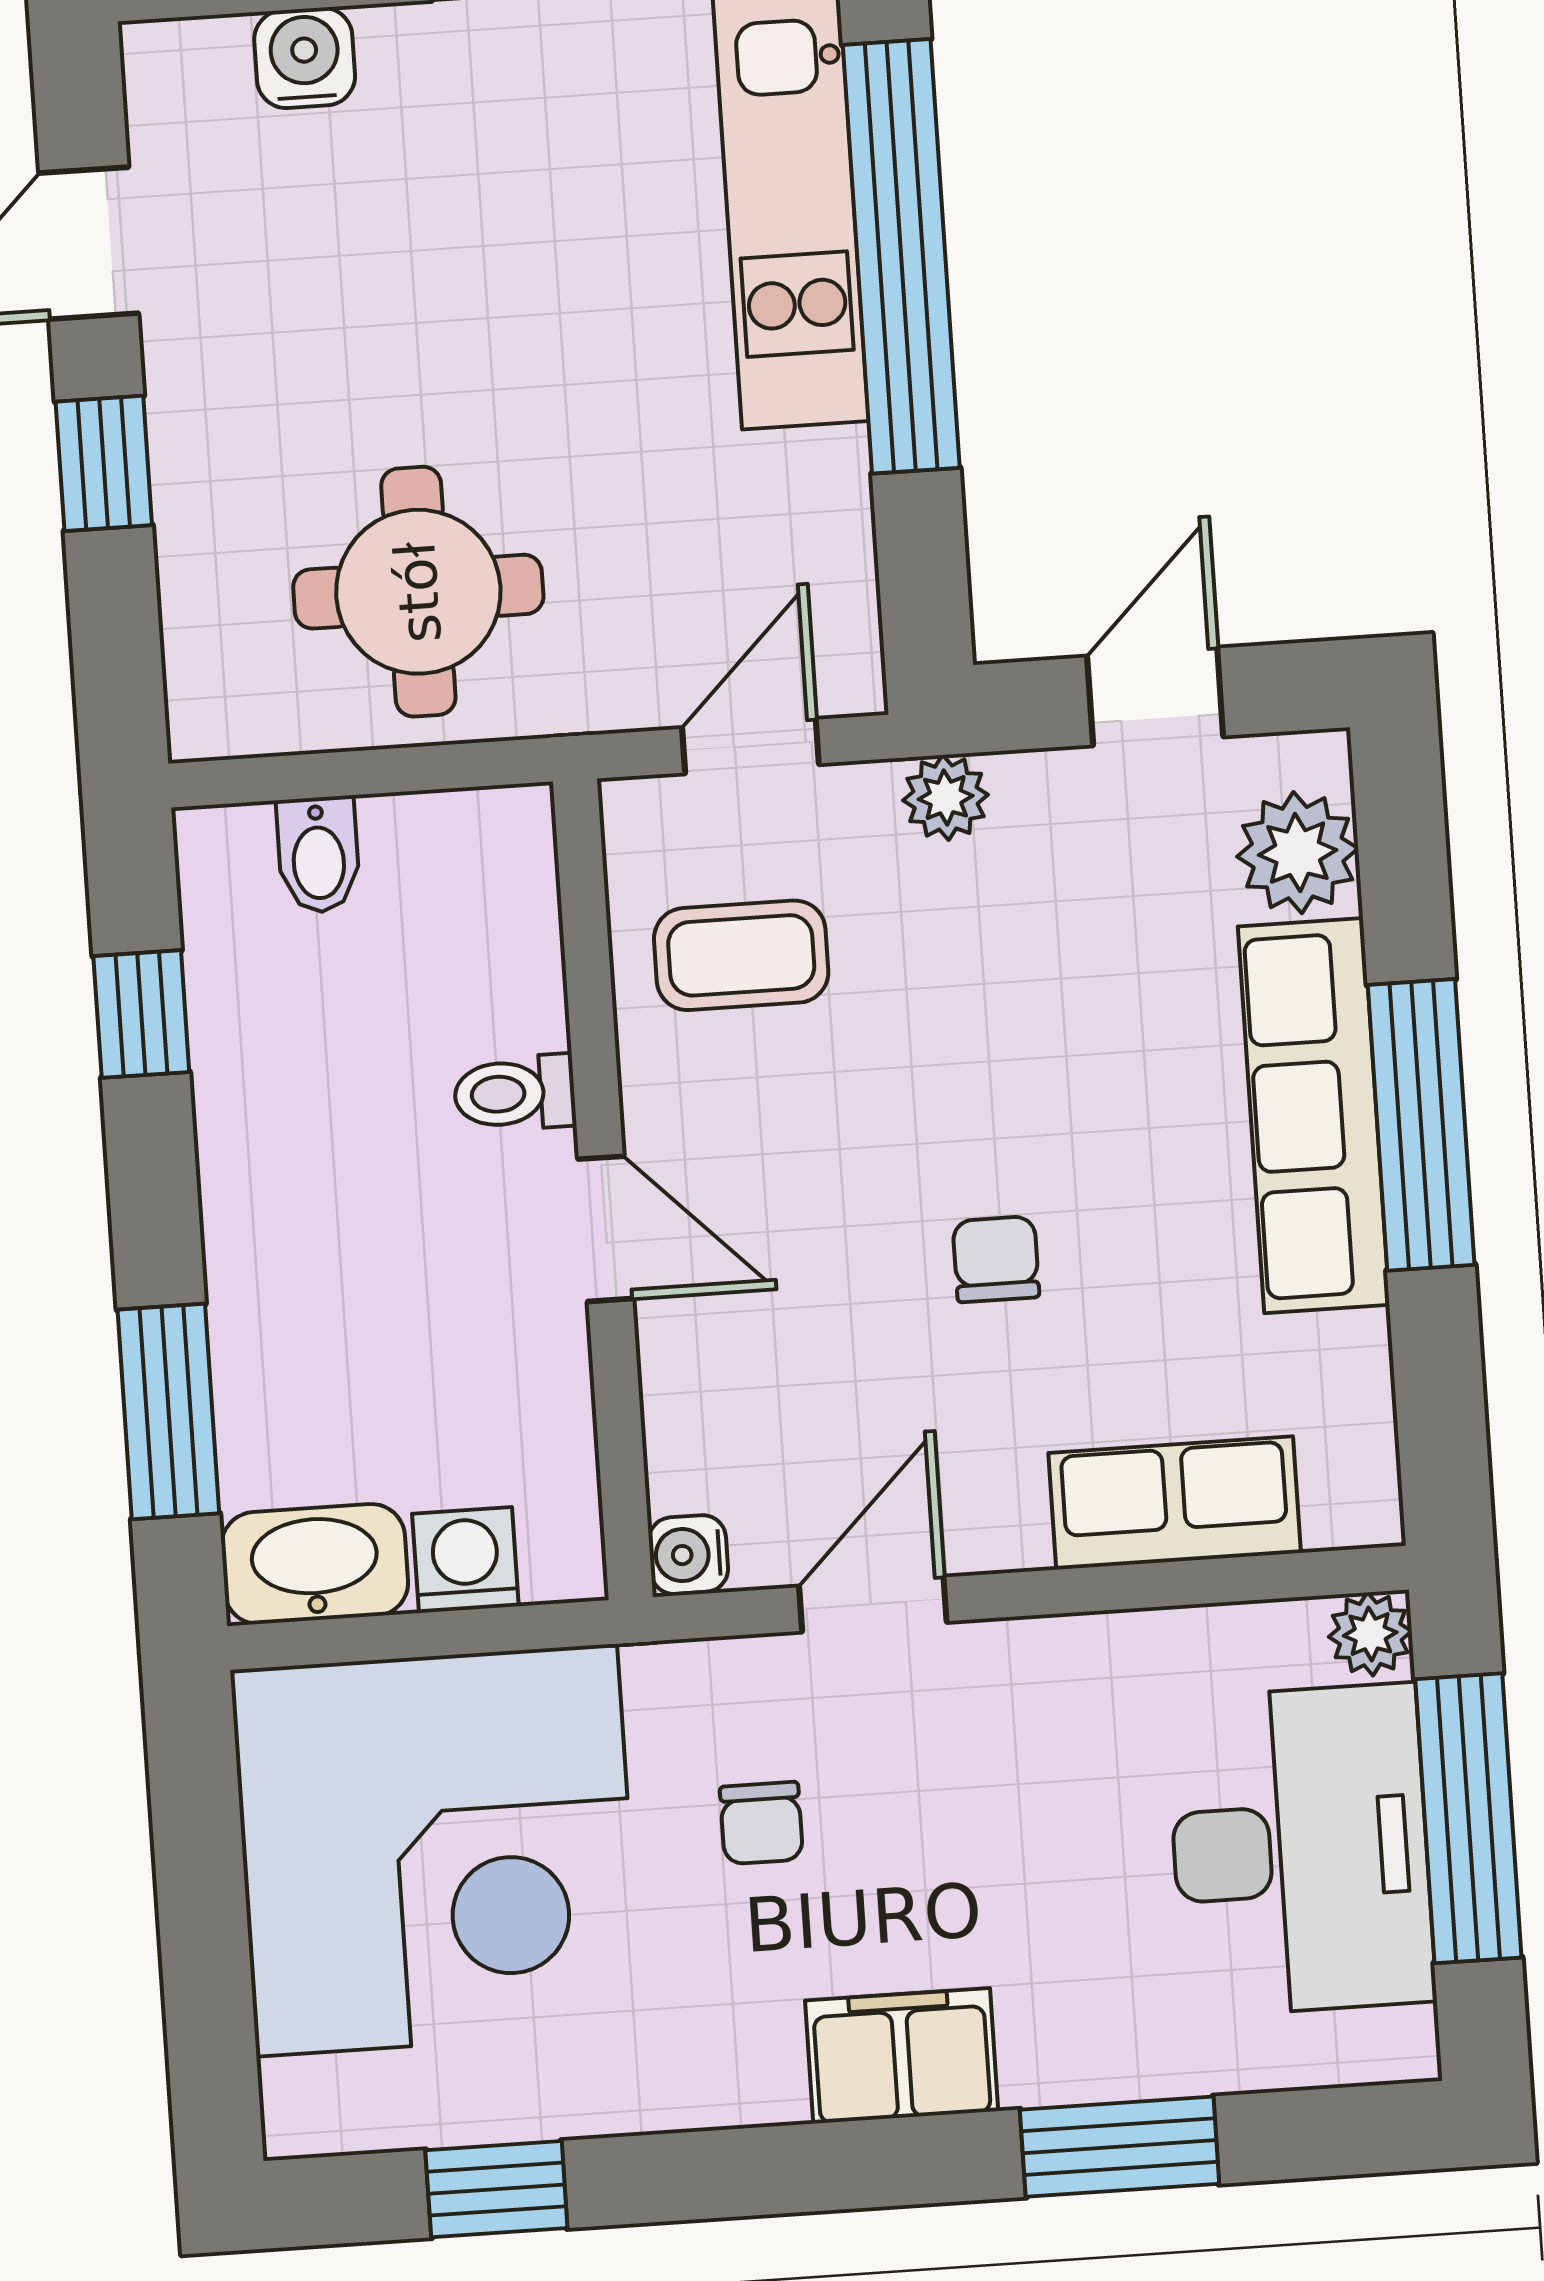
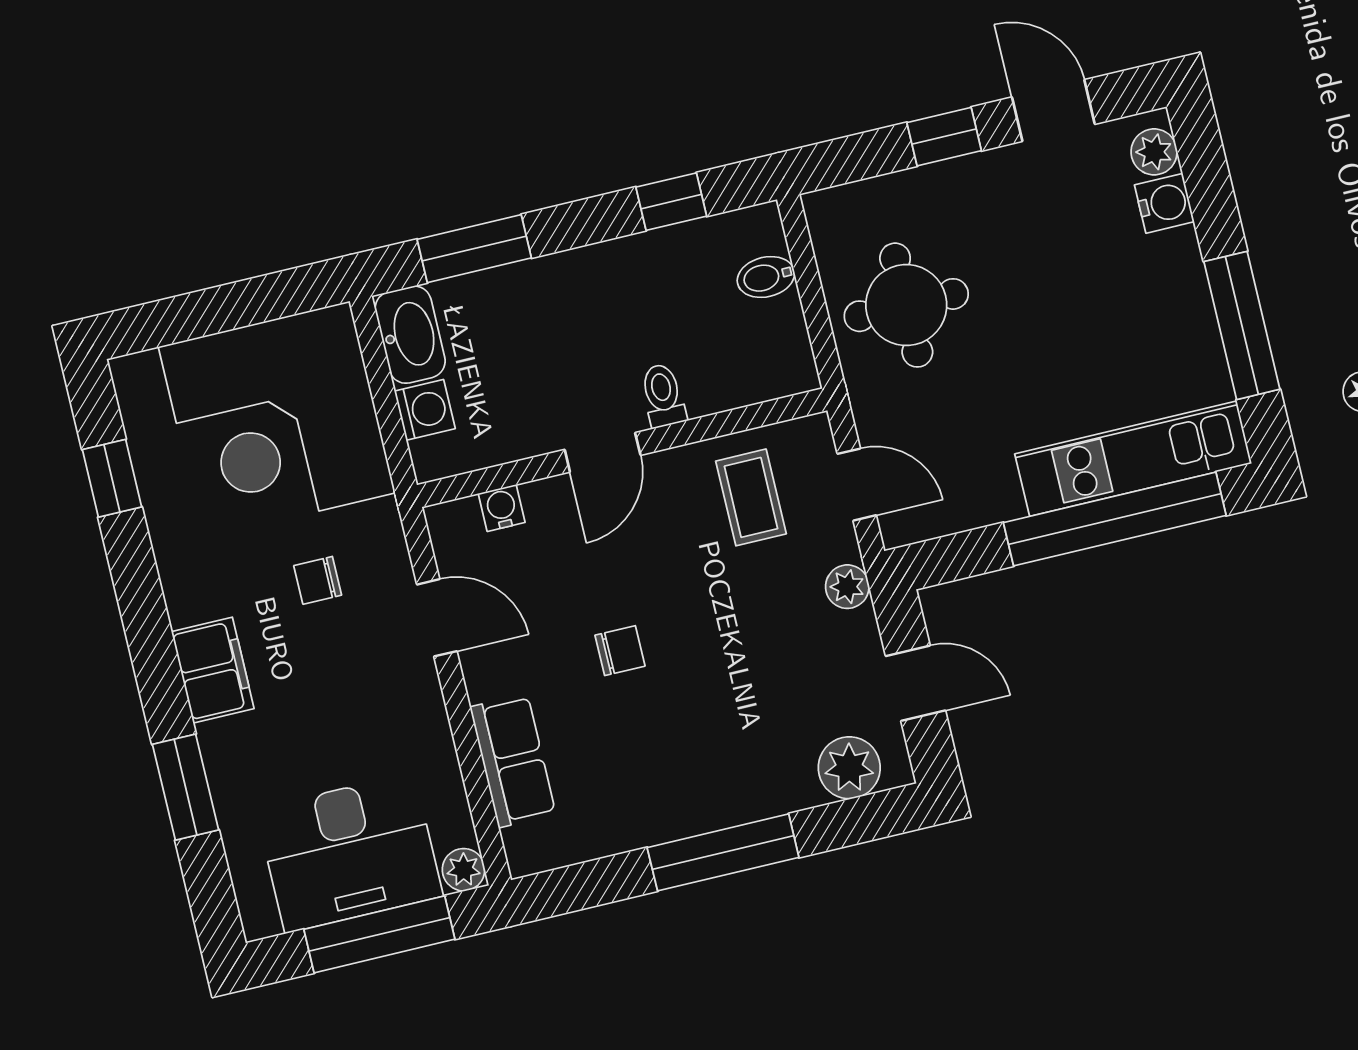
plant: (202, 61) -> (1154, 152), added
row of seats: (1314, 1116) -> (719, 798), removed
water cooler: (688, 1555) -> (502, 508), moved

